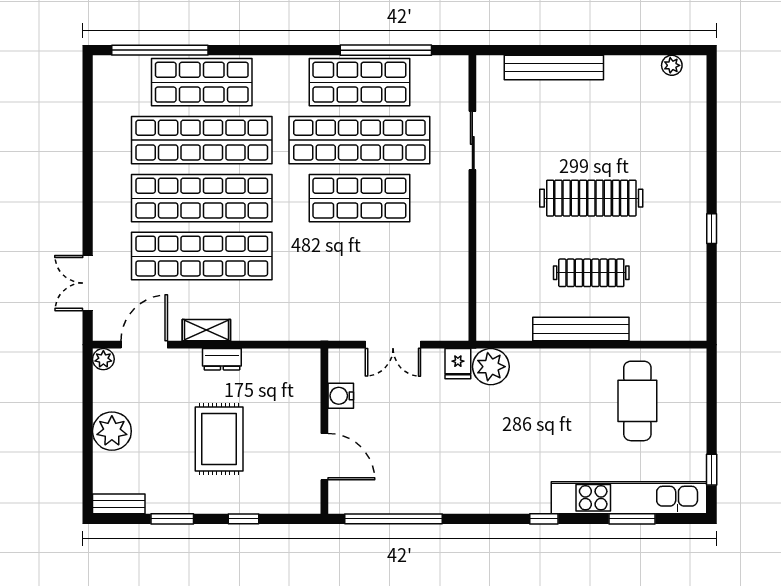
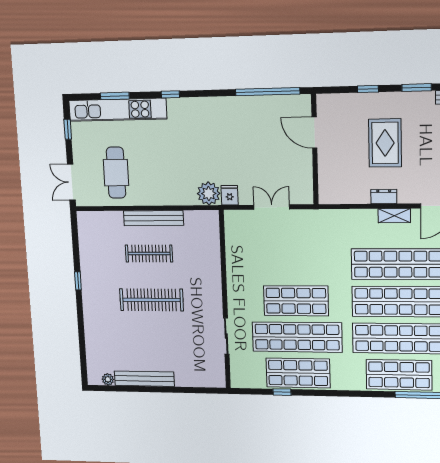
window: (386, 50) -> (282, 392), width x0.32
bench: (554, 68) -> (144, 379), moved
double door: (712, 387) -> (71, 182), added
water cooler: (341, 396) -> (305, 173), removed

